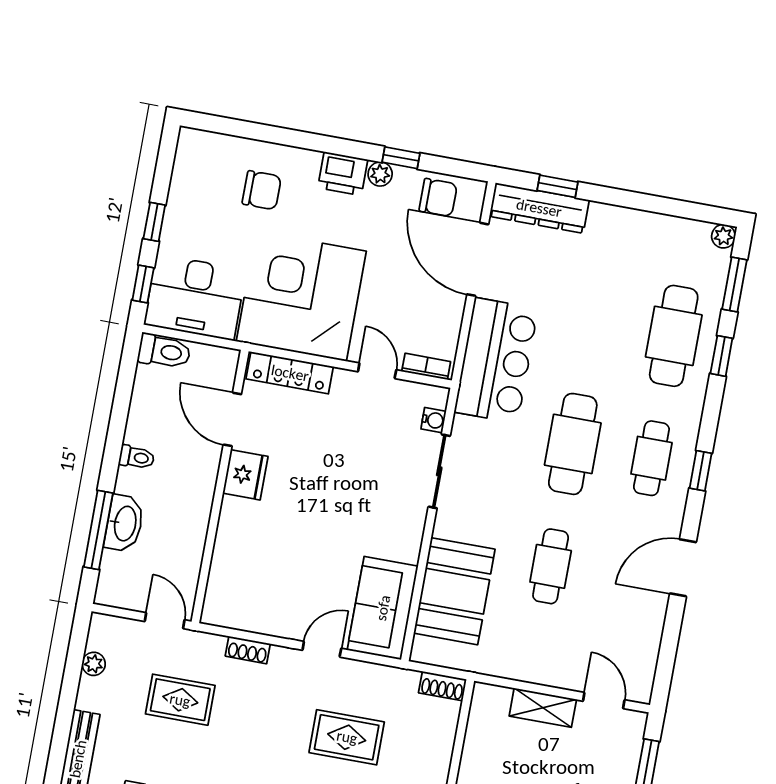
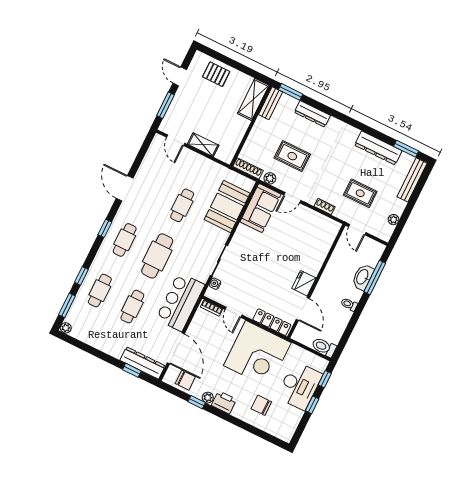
chair: (438, 198) -> (185, 380), turned 180
desk: (195, 297) -> (299, 386), moved, turned 90
cafe table: (595, 322) -> (132, 307), added
cafe table: (674, 336) -> (100, 291), width x0.73, depth x0.74
door: (683, 568) -> (125, 188), swing flipped
plant: (381, 677) -> (270, 178), added
shoe rack: (443, 686) -> (248, 168), width x1.43

